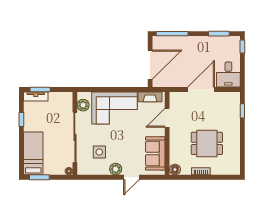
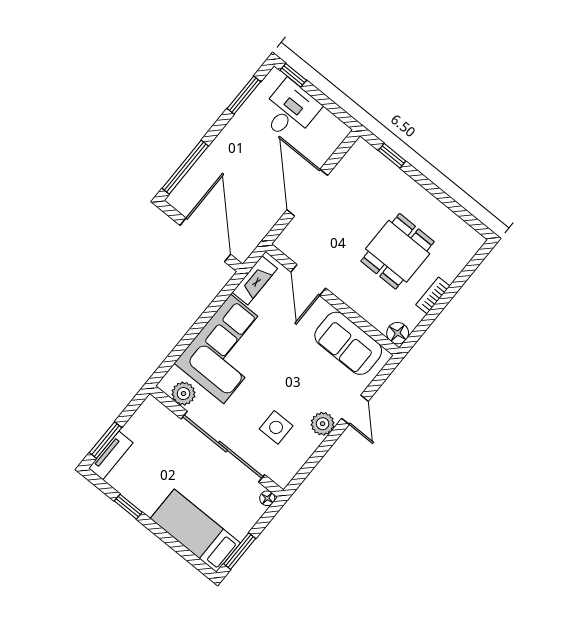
desk: (228, 75) -> (290, 111), moved, turned -90

